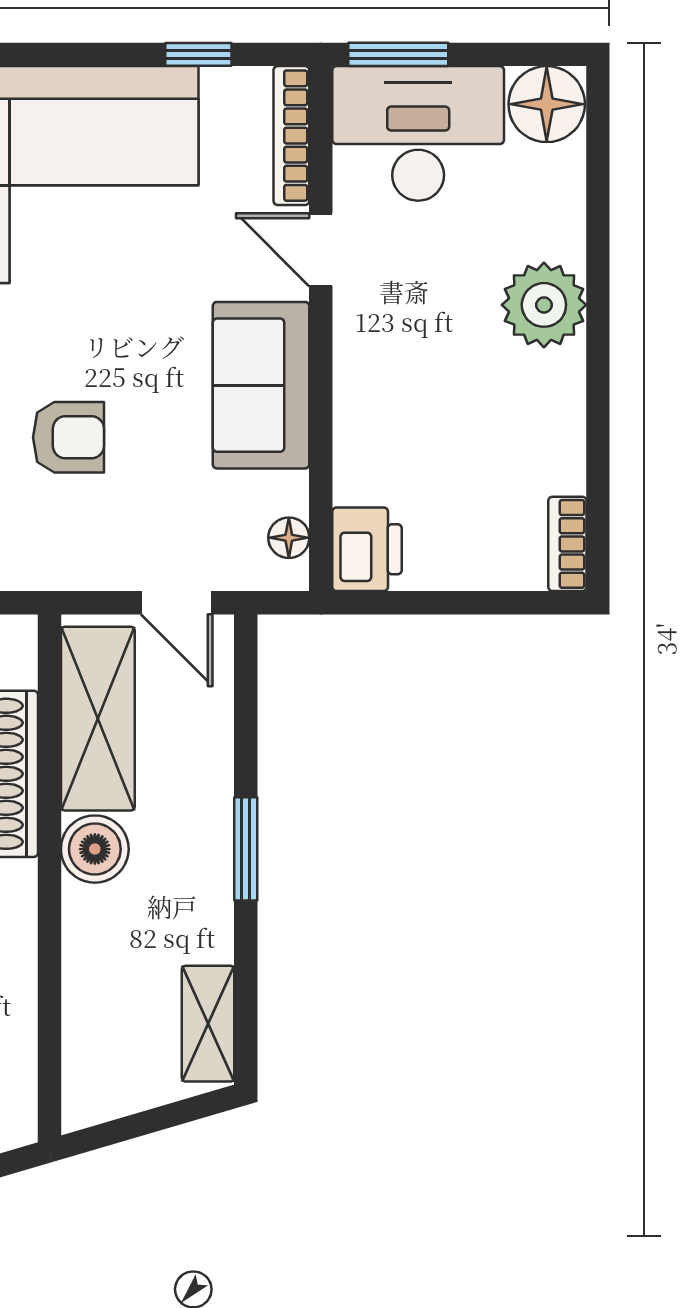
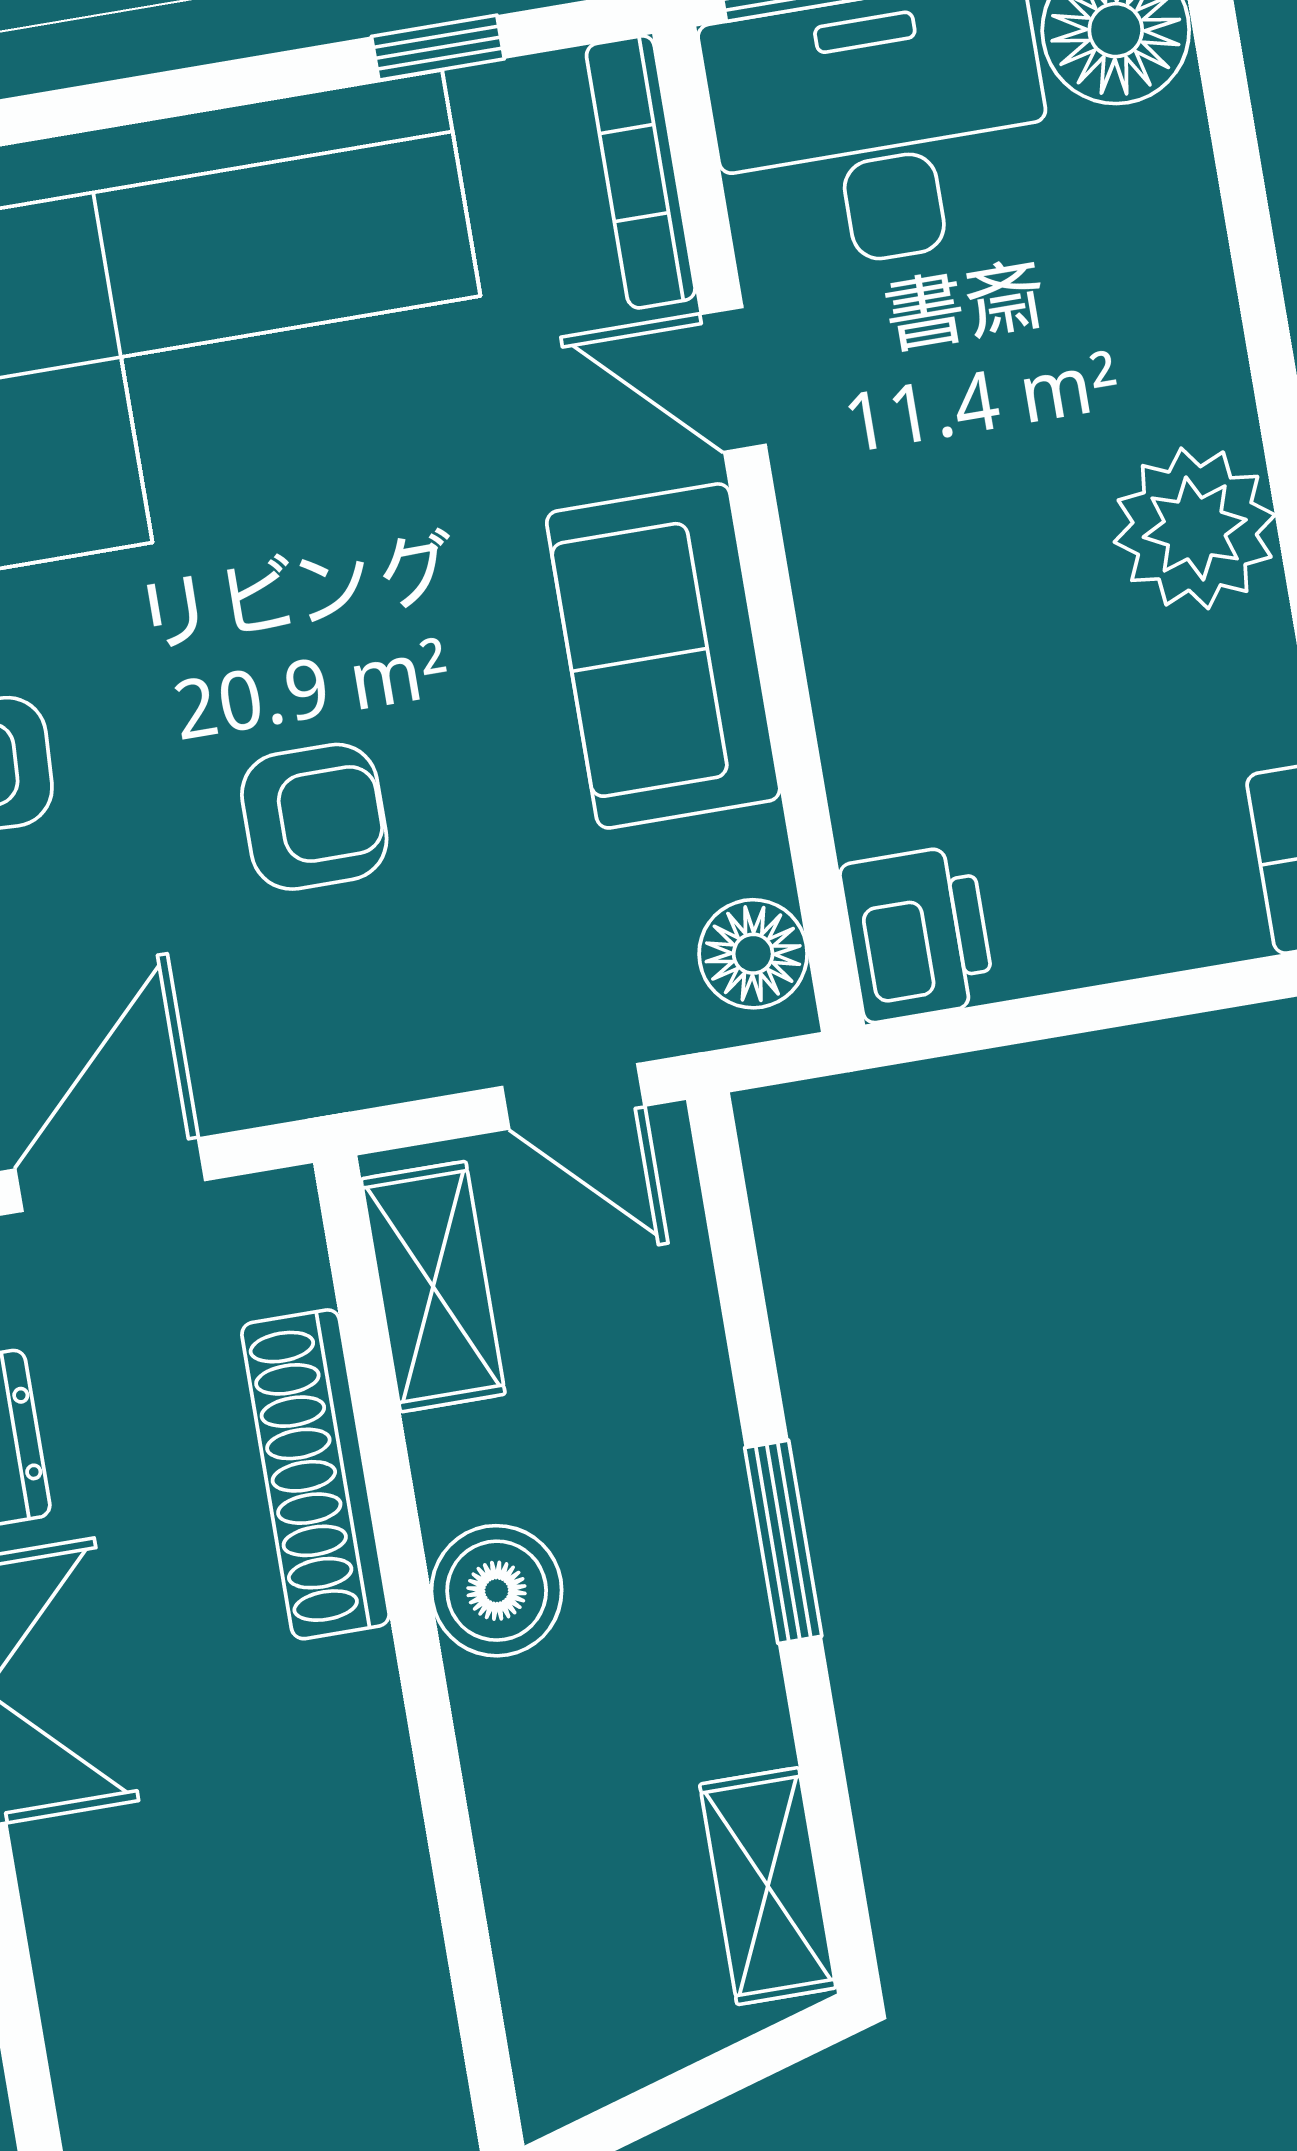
plant: (544, 305) -> (1195, 528), moved
floor lamp: (289, 538) -> (753, 954), width x1.37, depth x1.37
shelving: (98, 719) -> (433, 1287), width x0.67, depth x0.75

